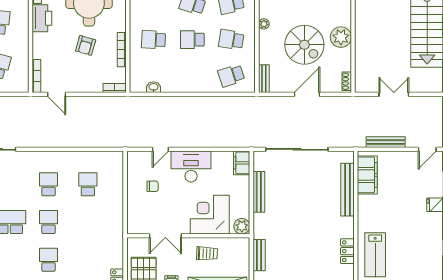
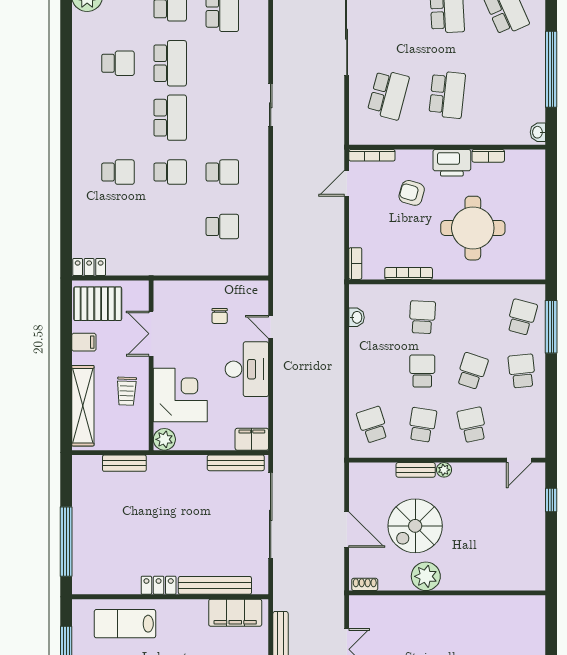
armchair: (86, 45) -> (412, 193), moved
bench: (264, 79) -> (416, 470), moved
bench: (259, 192) -> (236, 463), moved
locker: (347, 251) -> (159, 585), moved

